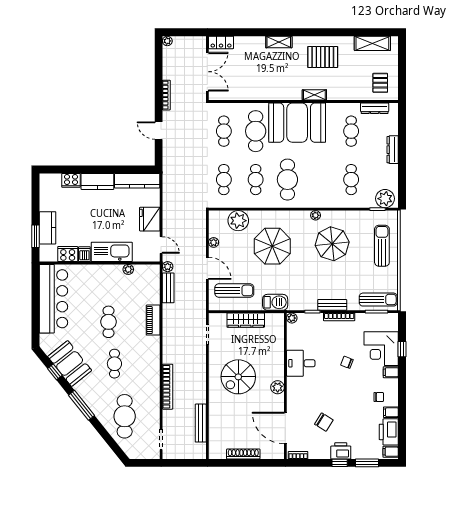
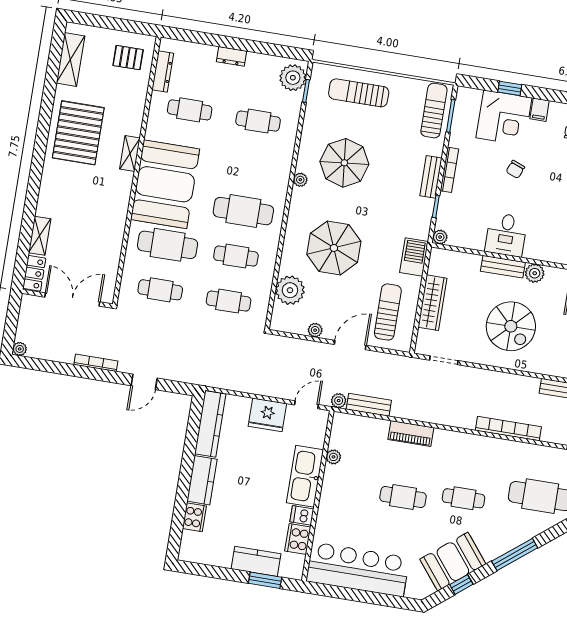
shelving: (279, 42) -> (40, 236), moved
pallet: (323, 57) -> (78, 133), width x1.37, depth x1.41
dresser: (393, 150) -> (232, 56), width x0.70
bench: (278, 365) -> (503, 267), added

